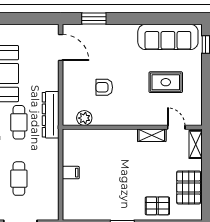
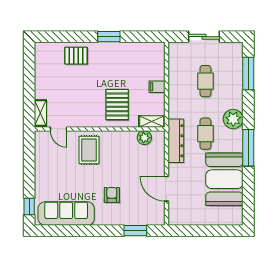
door: (61, 47) -> (166, 189), moved
rug: (166, 82) -> (89, 150), moved, turned 90
armchair: (104, 87) -> (112, 195), moved, turned -90
shelving: (152, 135) -> (152, 122), moved
pallet: (189, 187) -> (117, 105), moved

